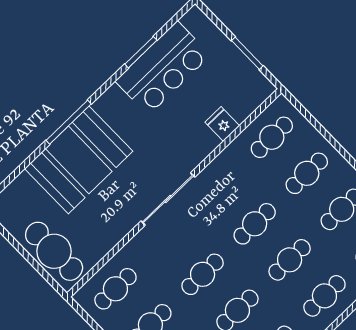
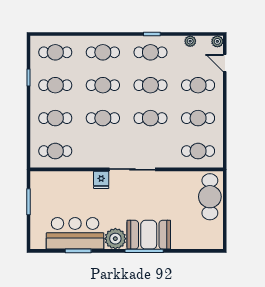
plant: (113, 105) -> (115, 239), added
fridge: (222, 124) -> (101, 180), moved
booth: (79, 160) -> (149, 235), width x0.73, depth x0.70

